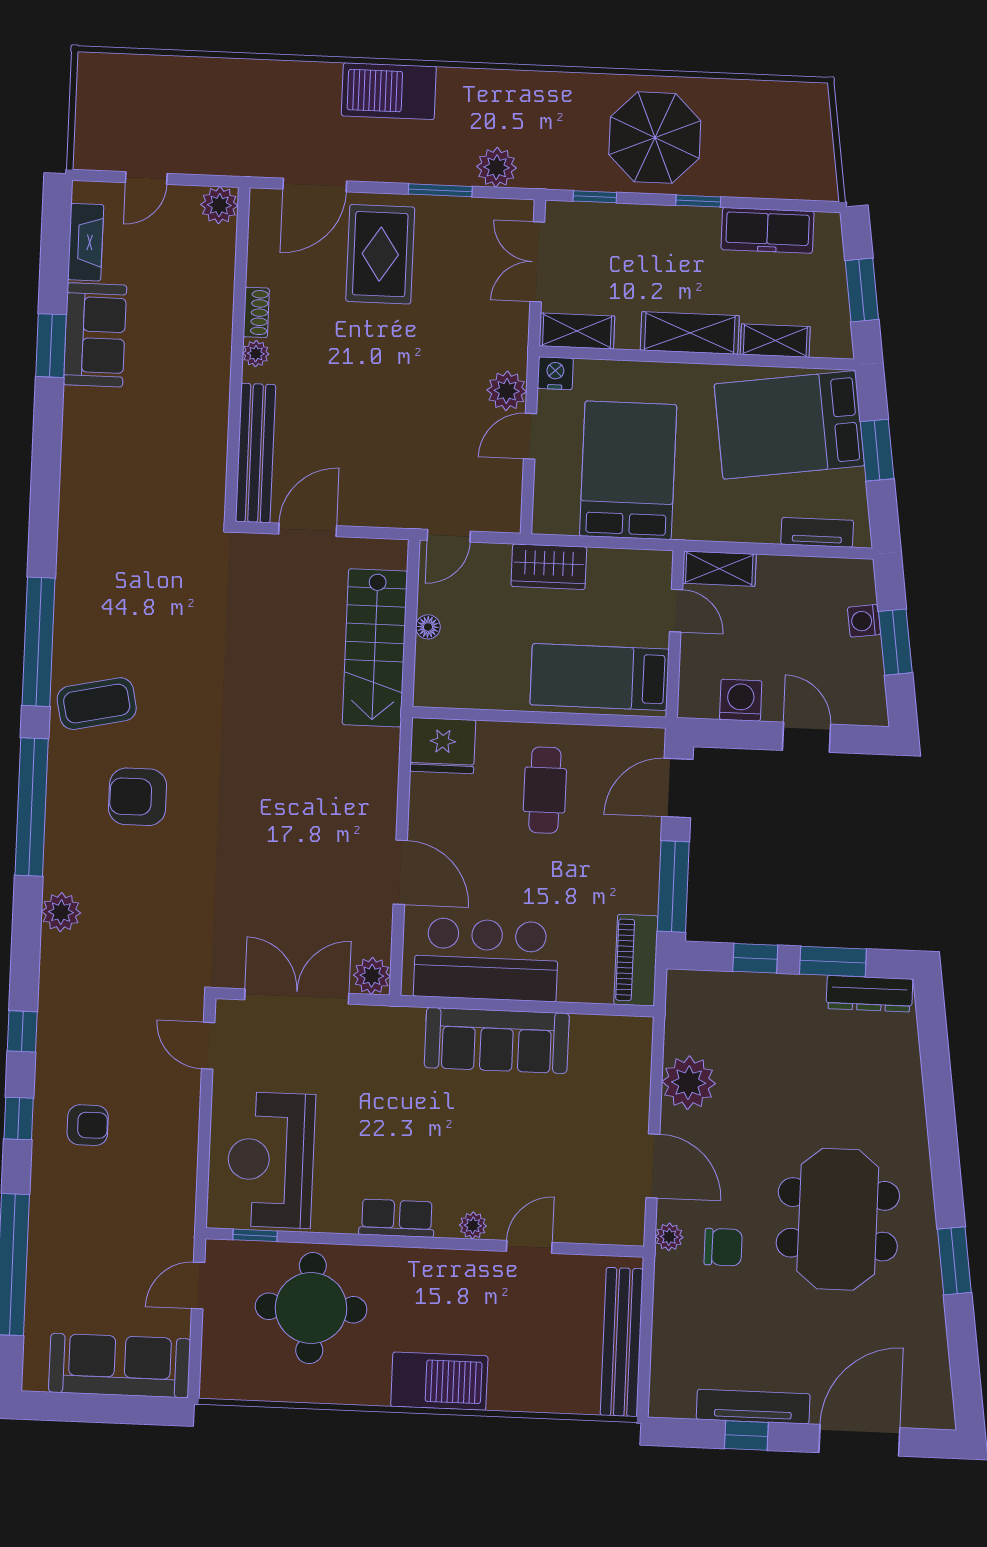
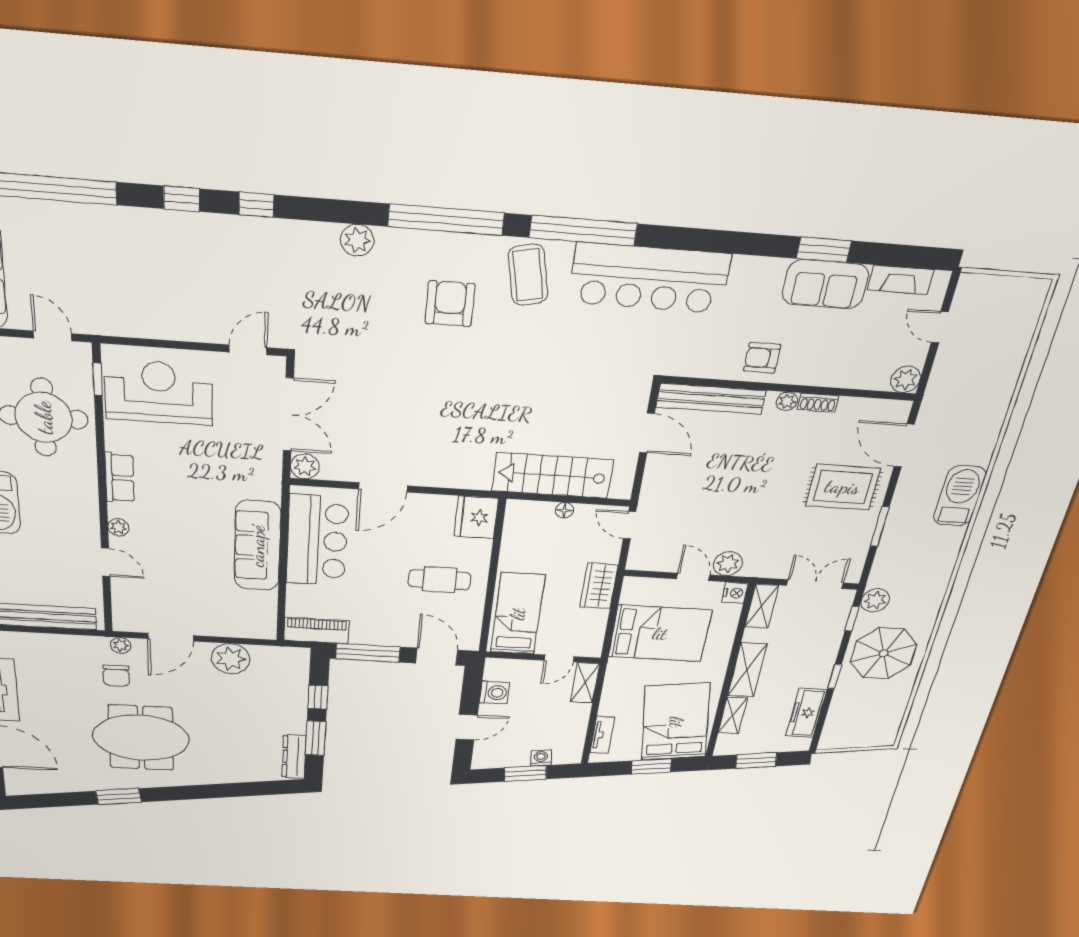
plant: (497, 167) -> (875, 600), moved
bar counter: (95, 554) -> (649, 278), added
armchair: (88, 1125) -> (762, 358), moved, turned 90

